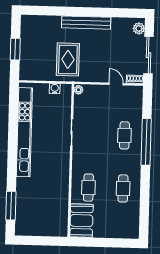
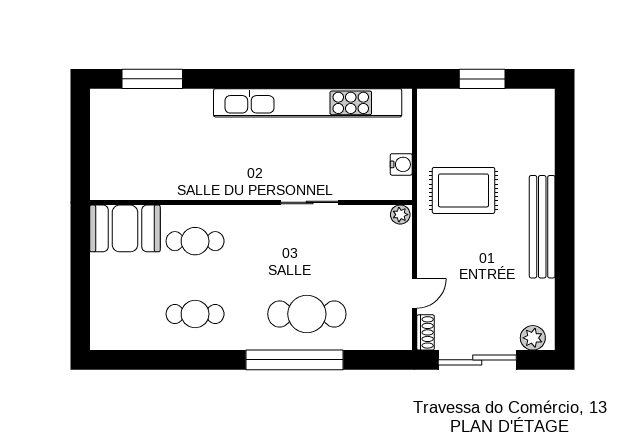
cafe table: (124, 135) -> (307, 314), width x1.37, depth x1.35

